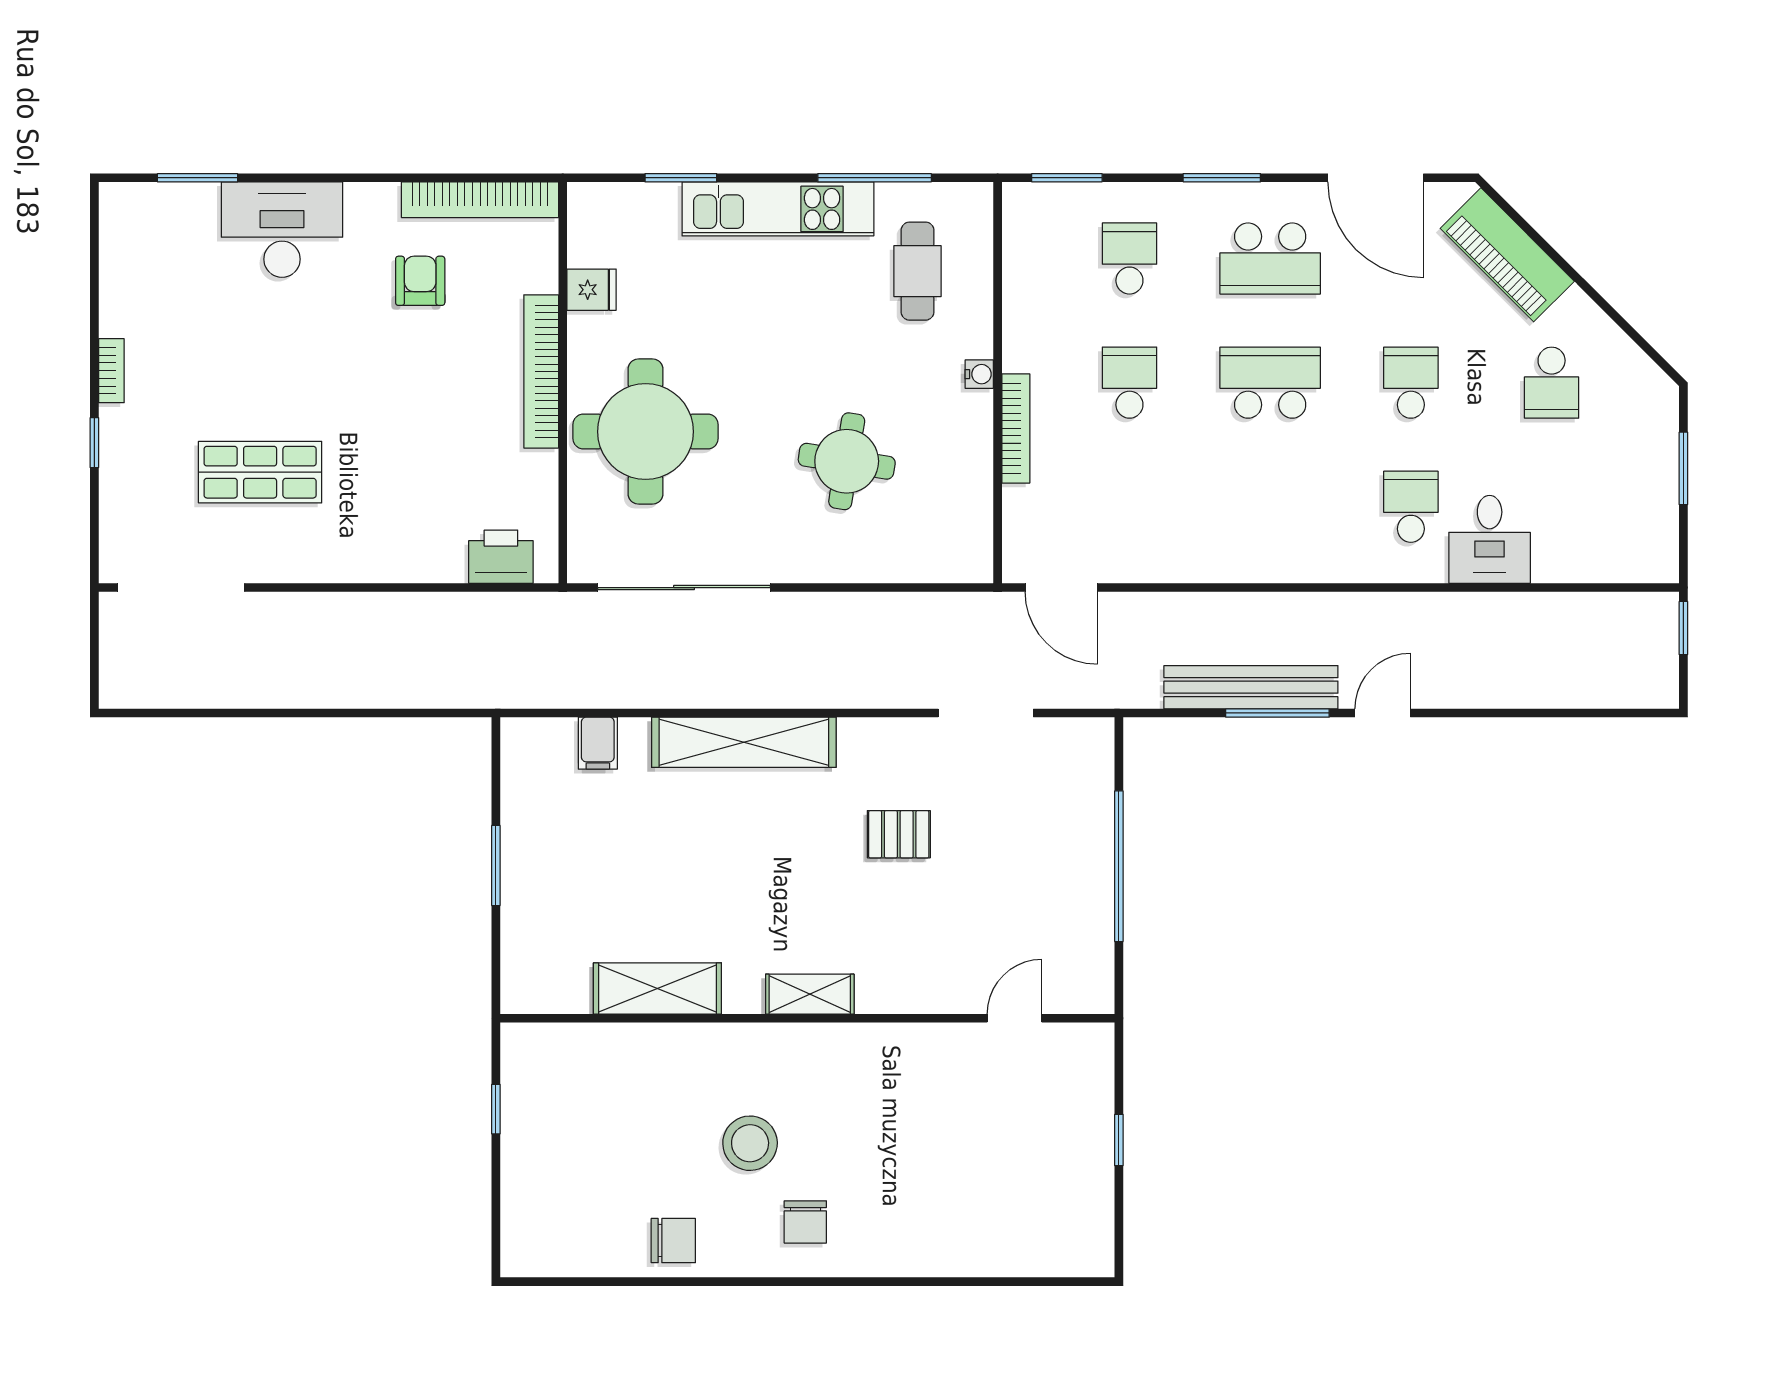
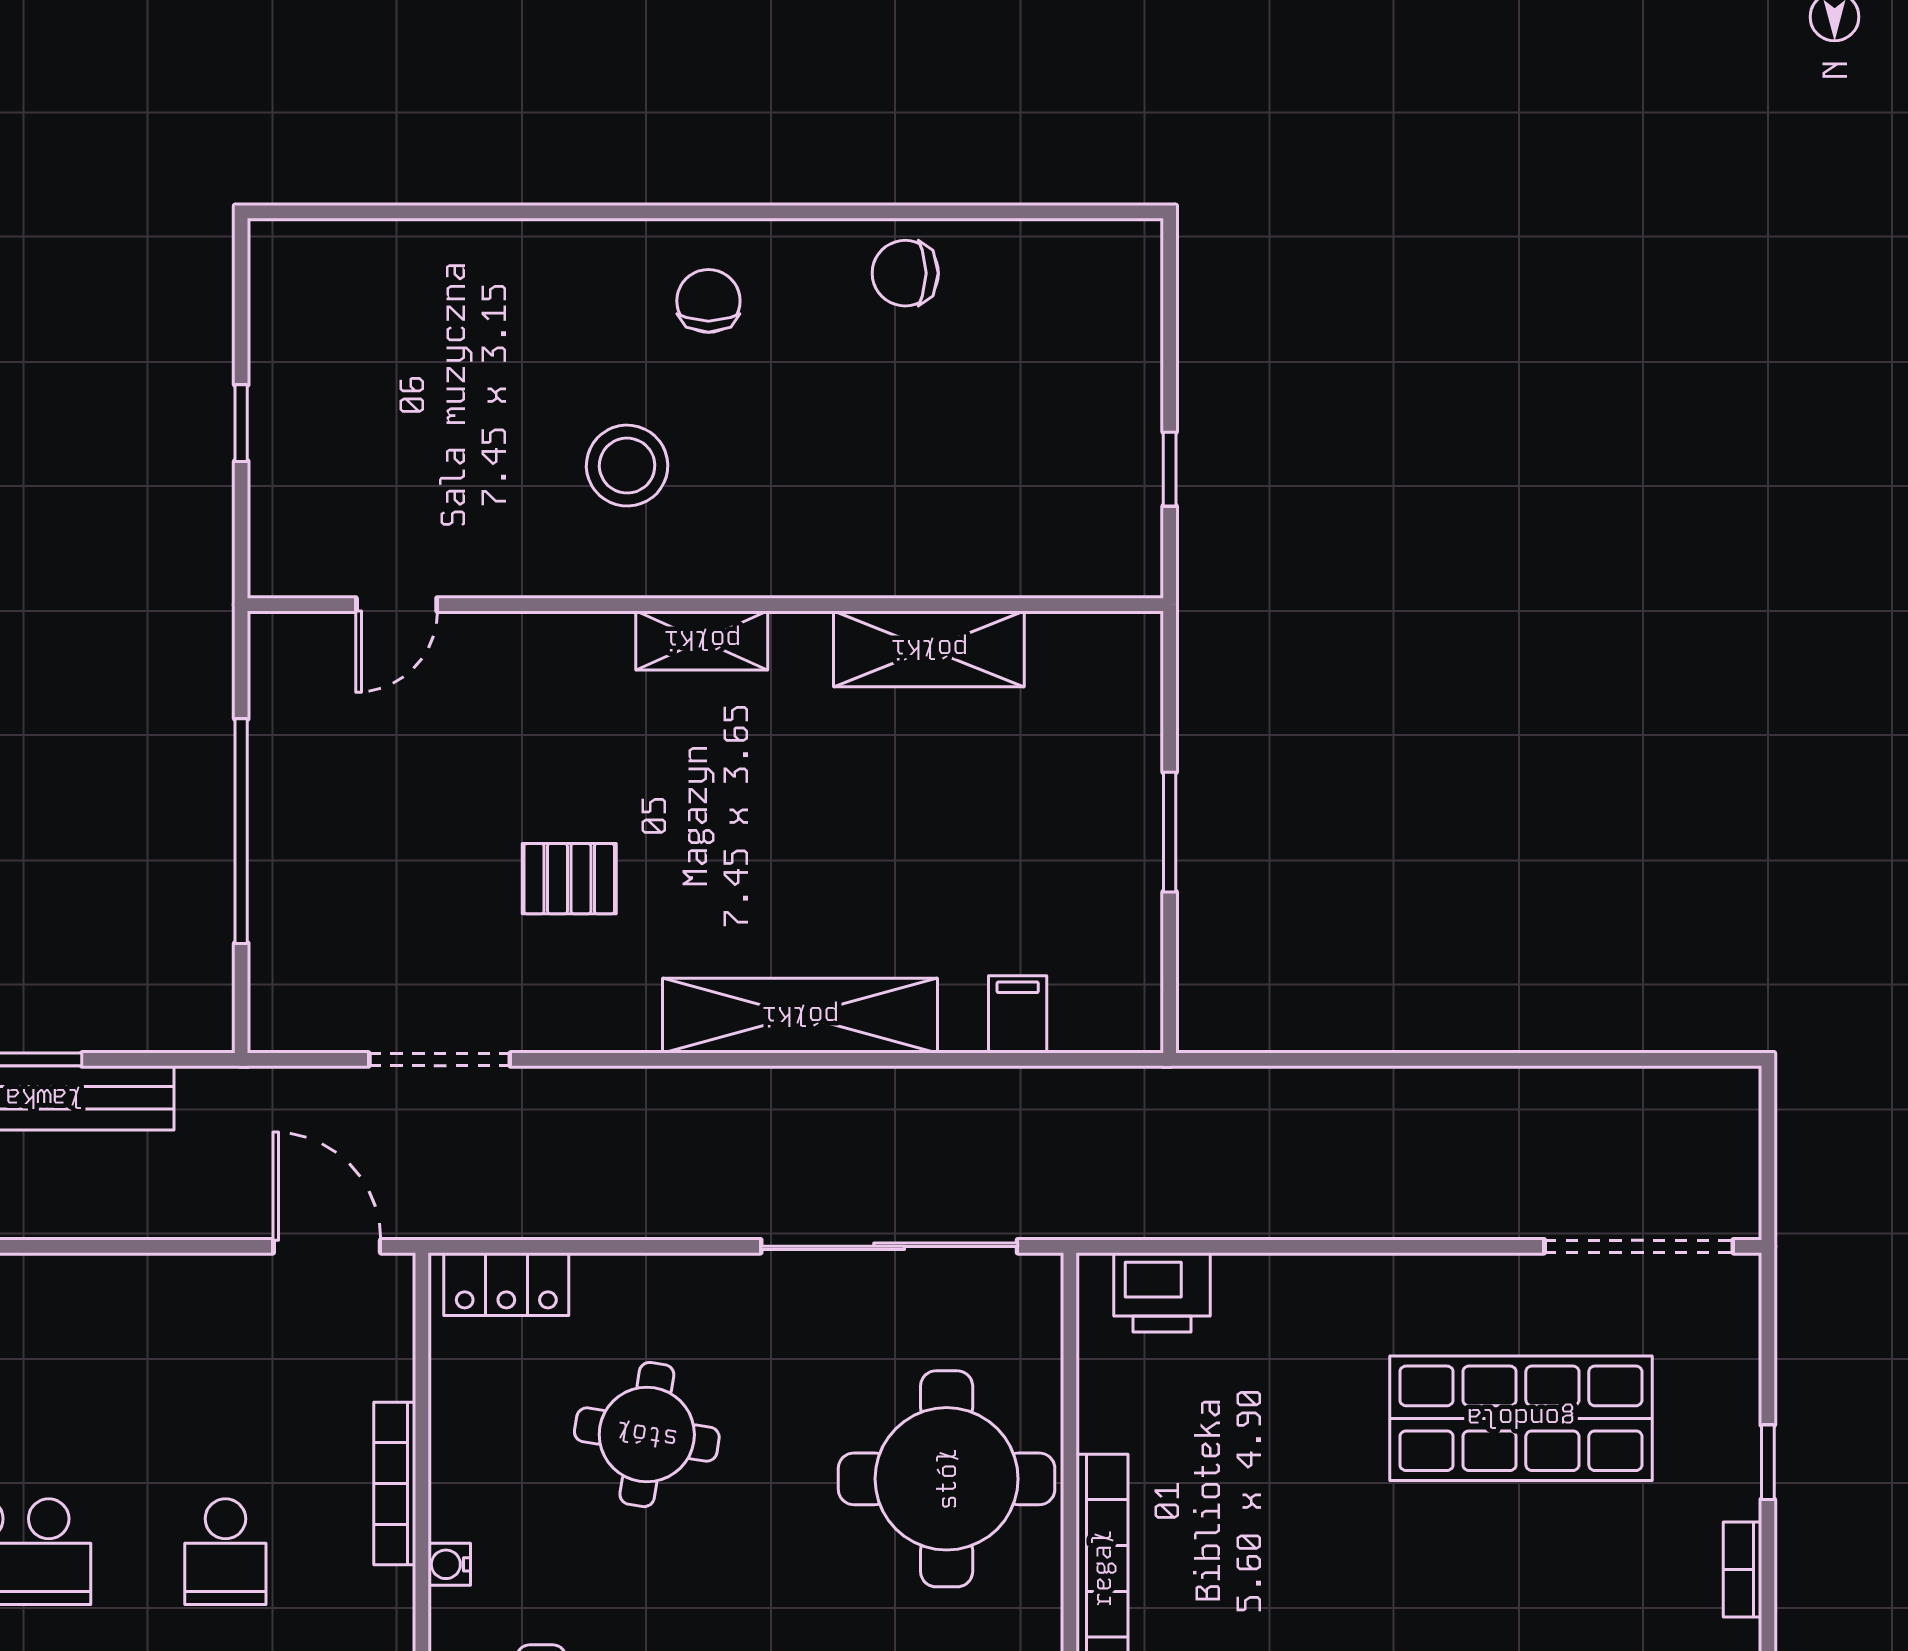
shop shelf: (260, 472) -> (1521, 1418), width x1.43, depth x1.36
locker: (941, 562) -> (506, 1284), added
stool: (750, 1143) -> (627, 466), moved

